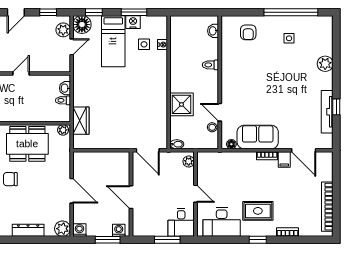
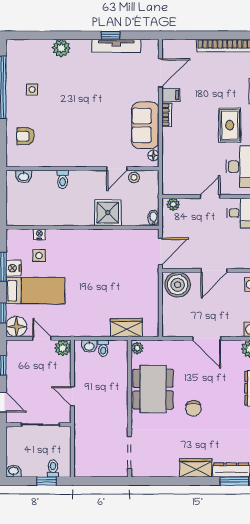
plant: (63, 30) -> (63, 348), moved
armchair: (248, 32) -> (25, 136), turned 180
boiler: (119, 165) -> (178, 285), added
door: (72, 191) -> (207, 338), swing flipped

